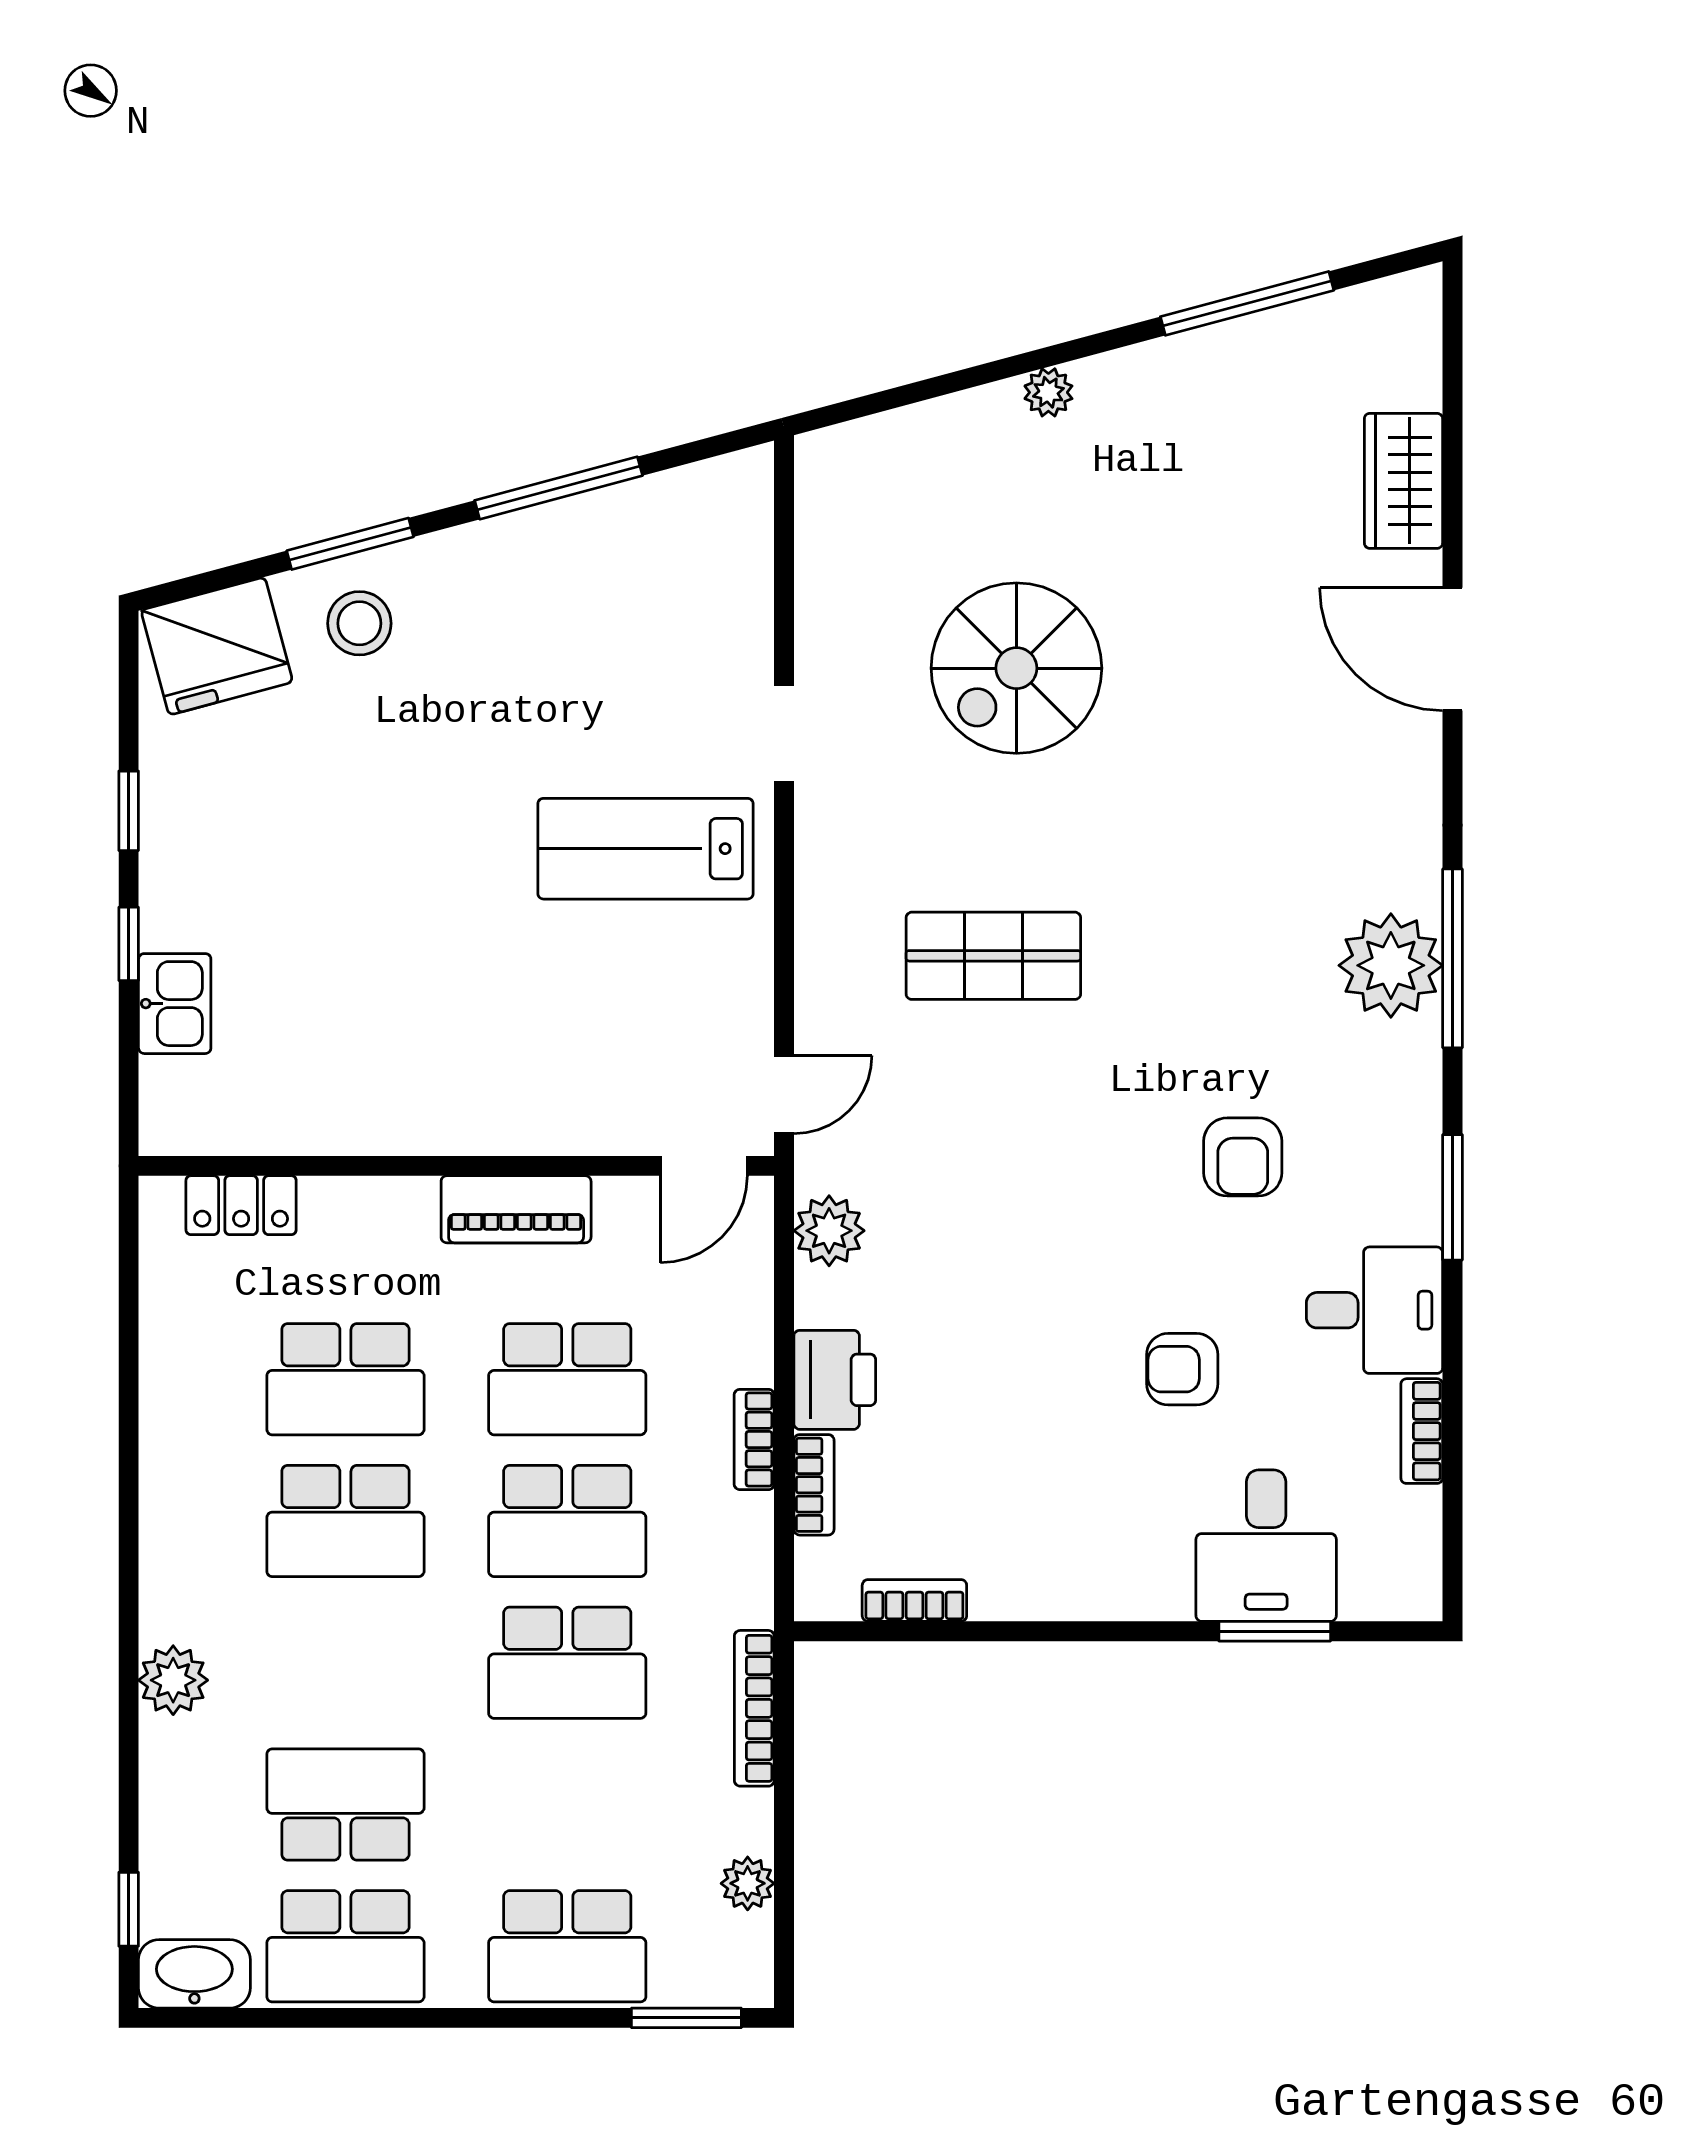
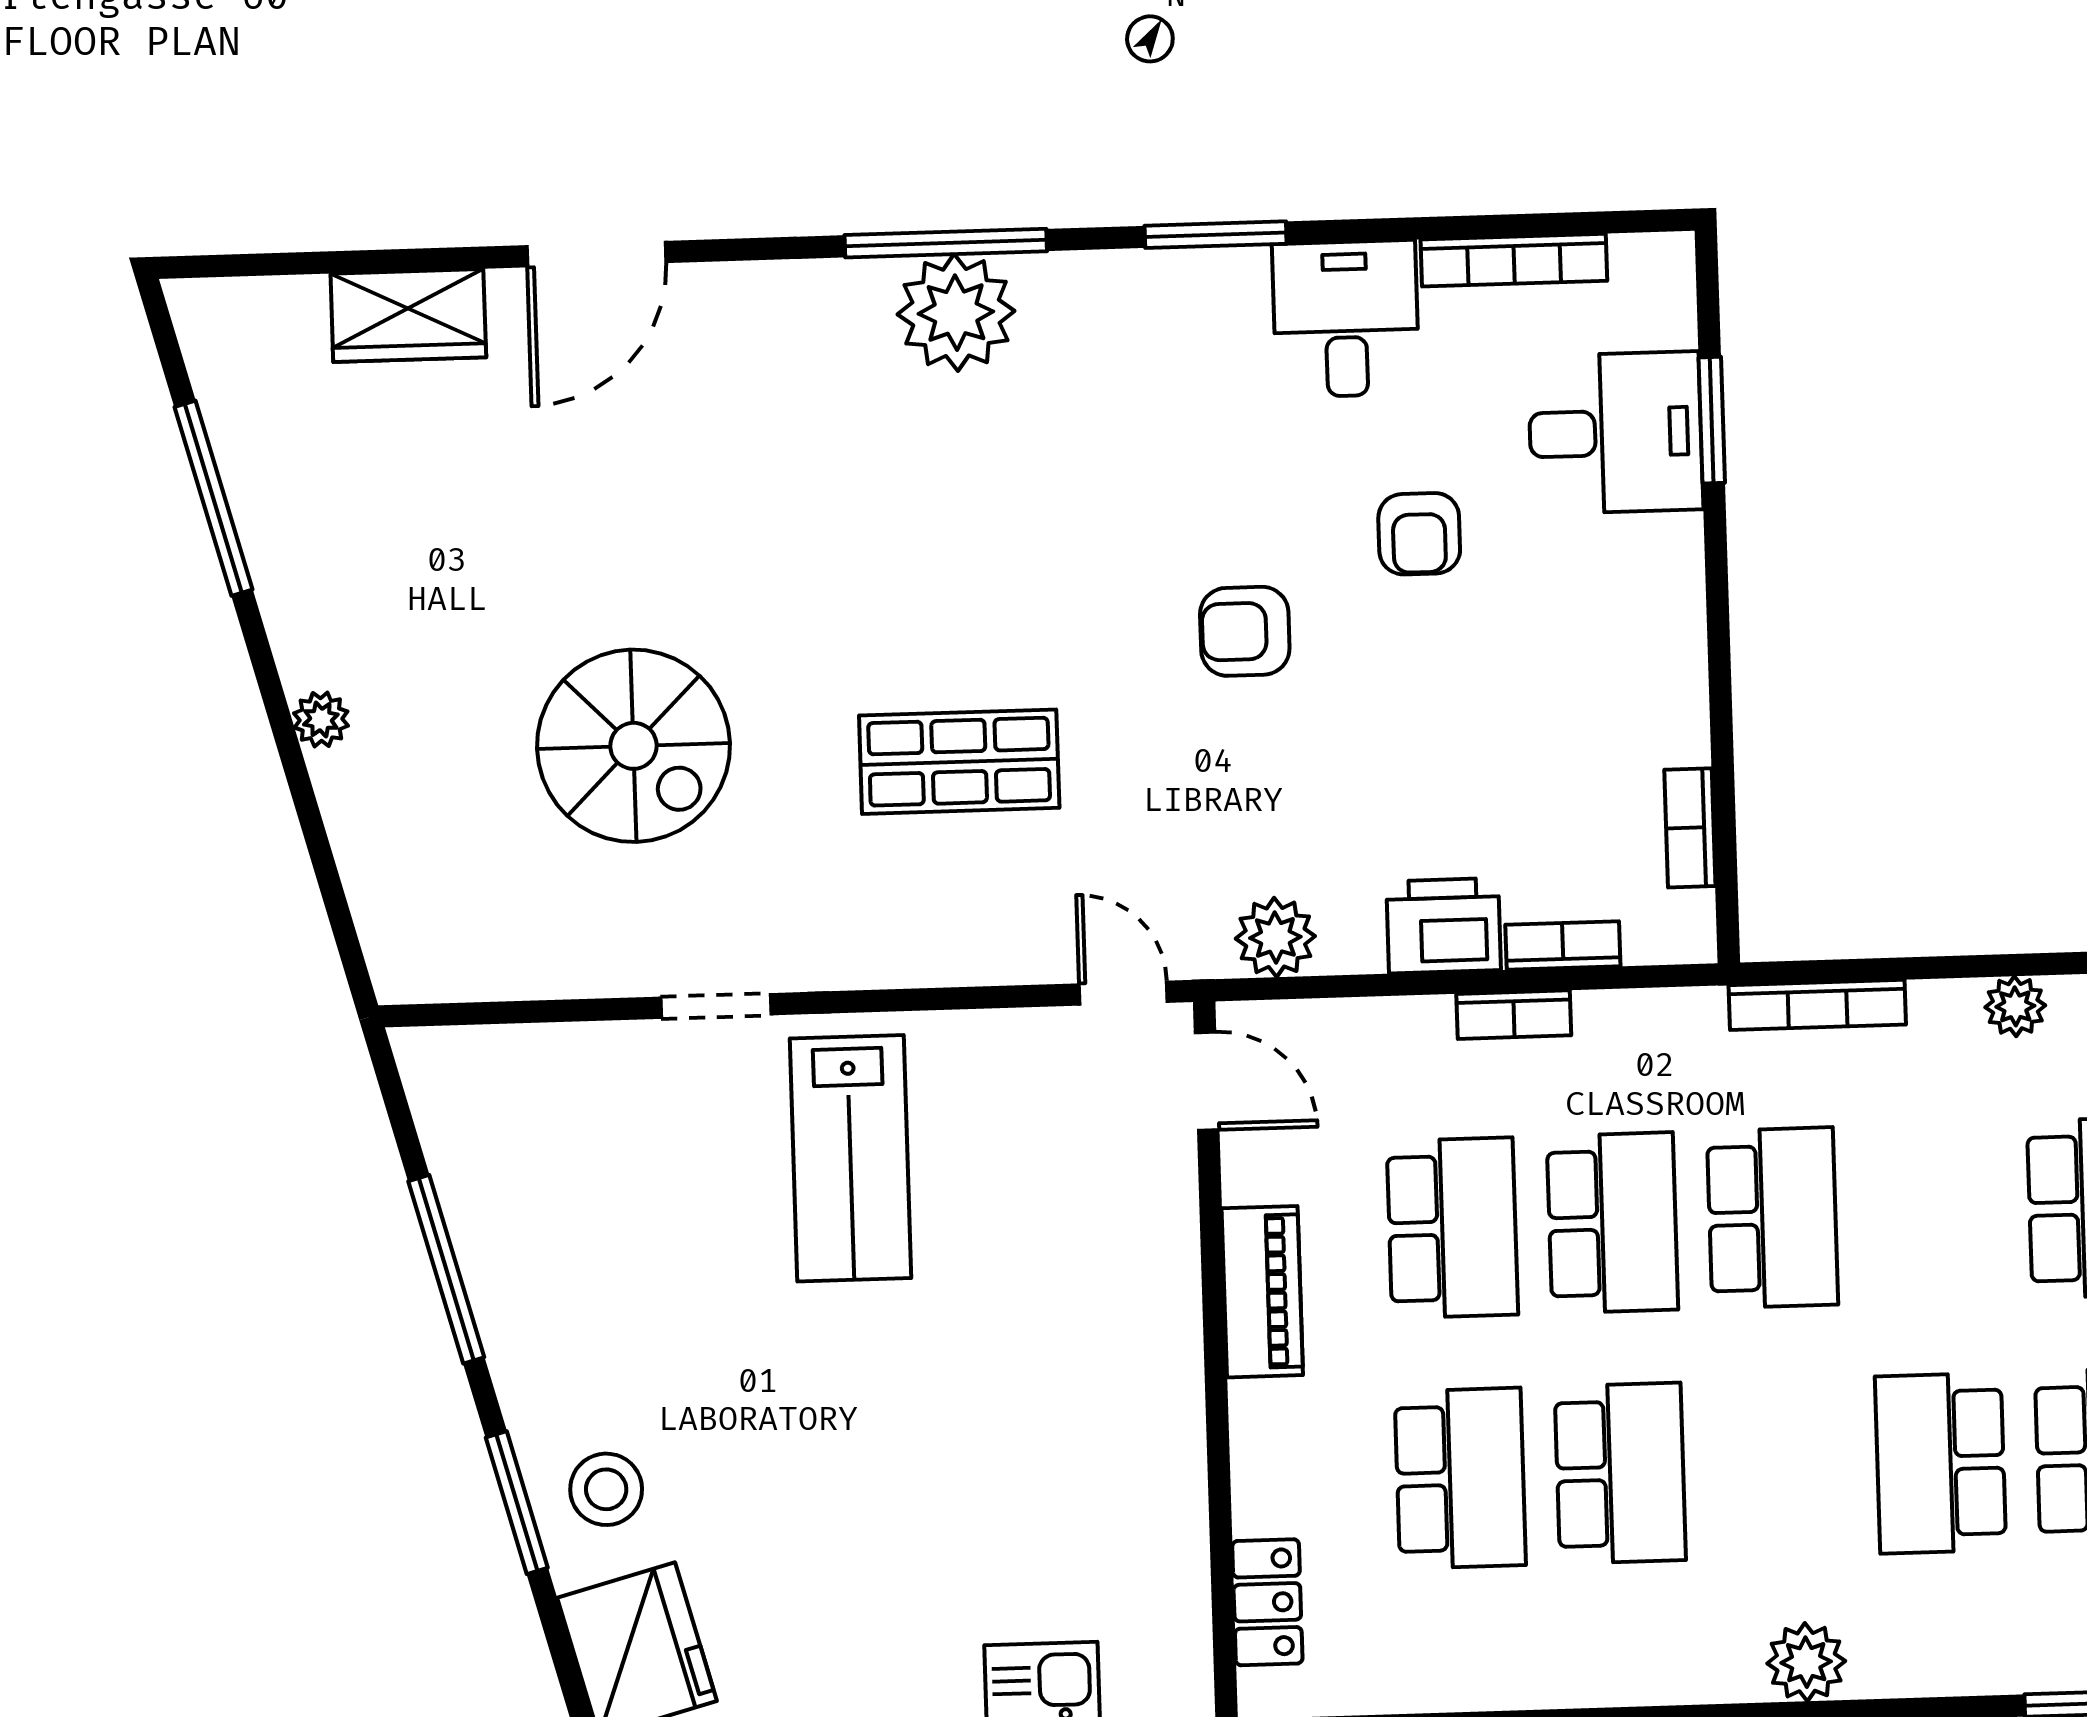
shop shelf: (993, 956) -> (959, 762), turned 90
armchair: (1243, 1157) -> (1245, 631), moved, turned 180
bookcase: (1422, 1431) -> (1514, 260), width x1.56

